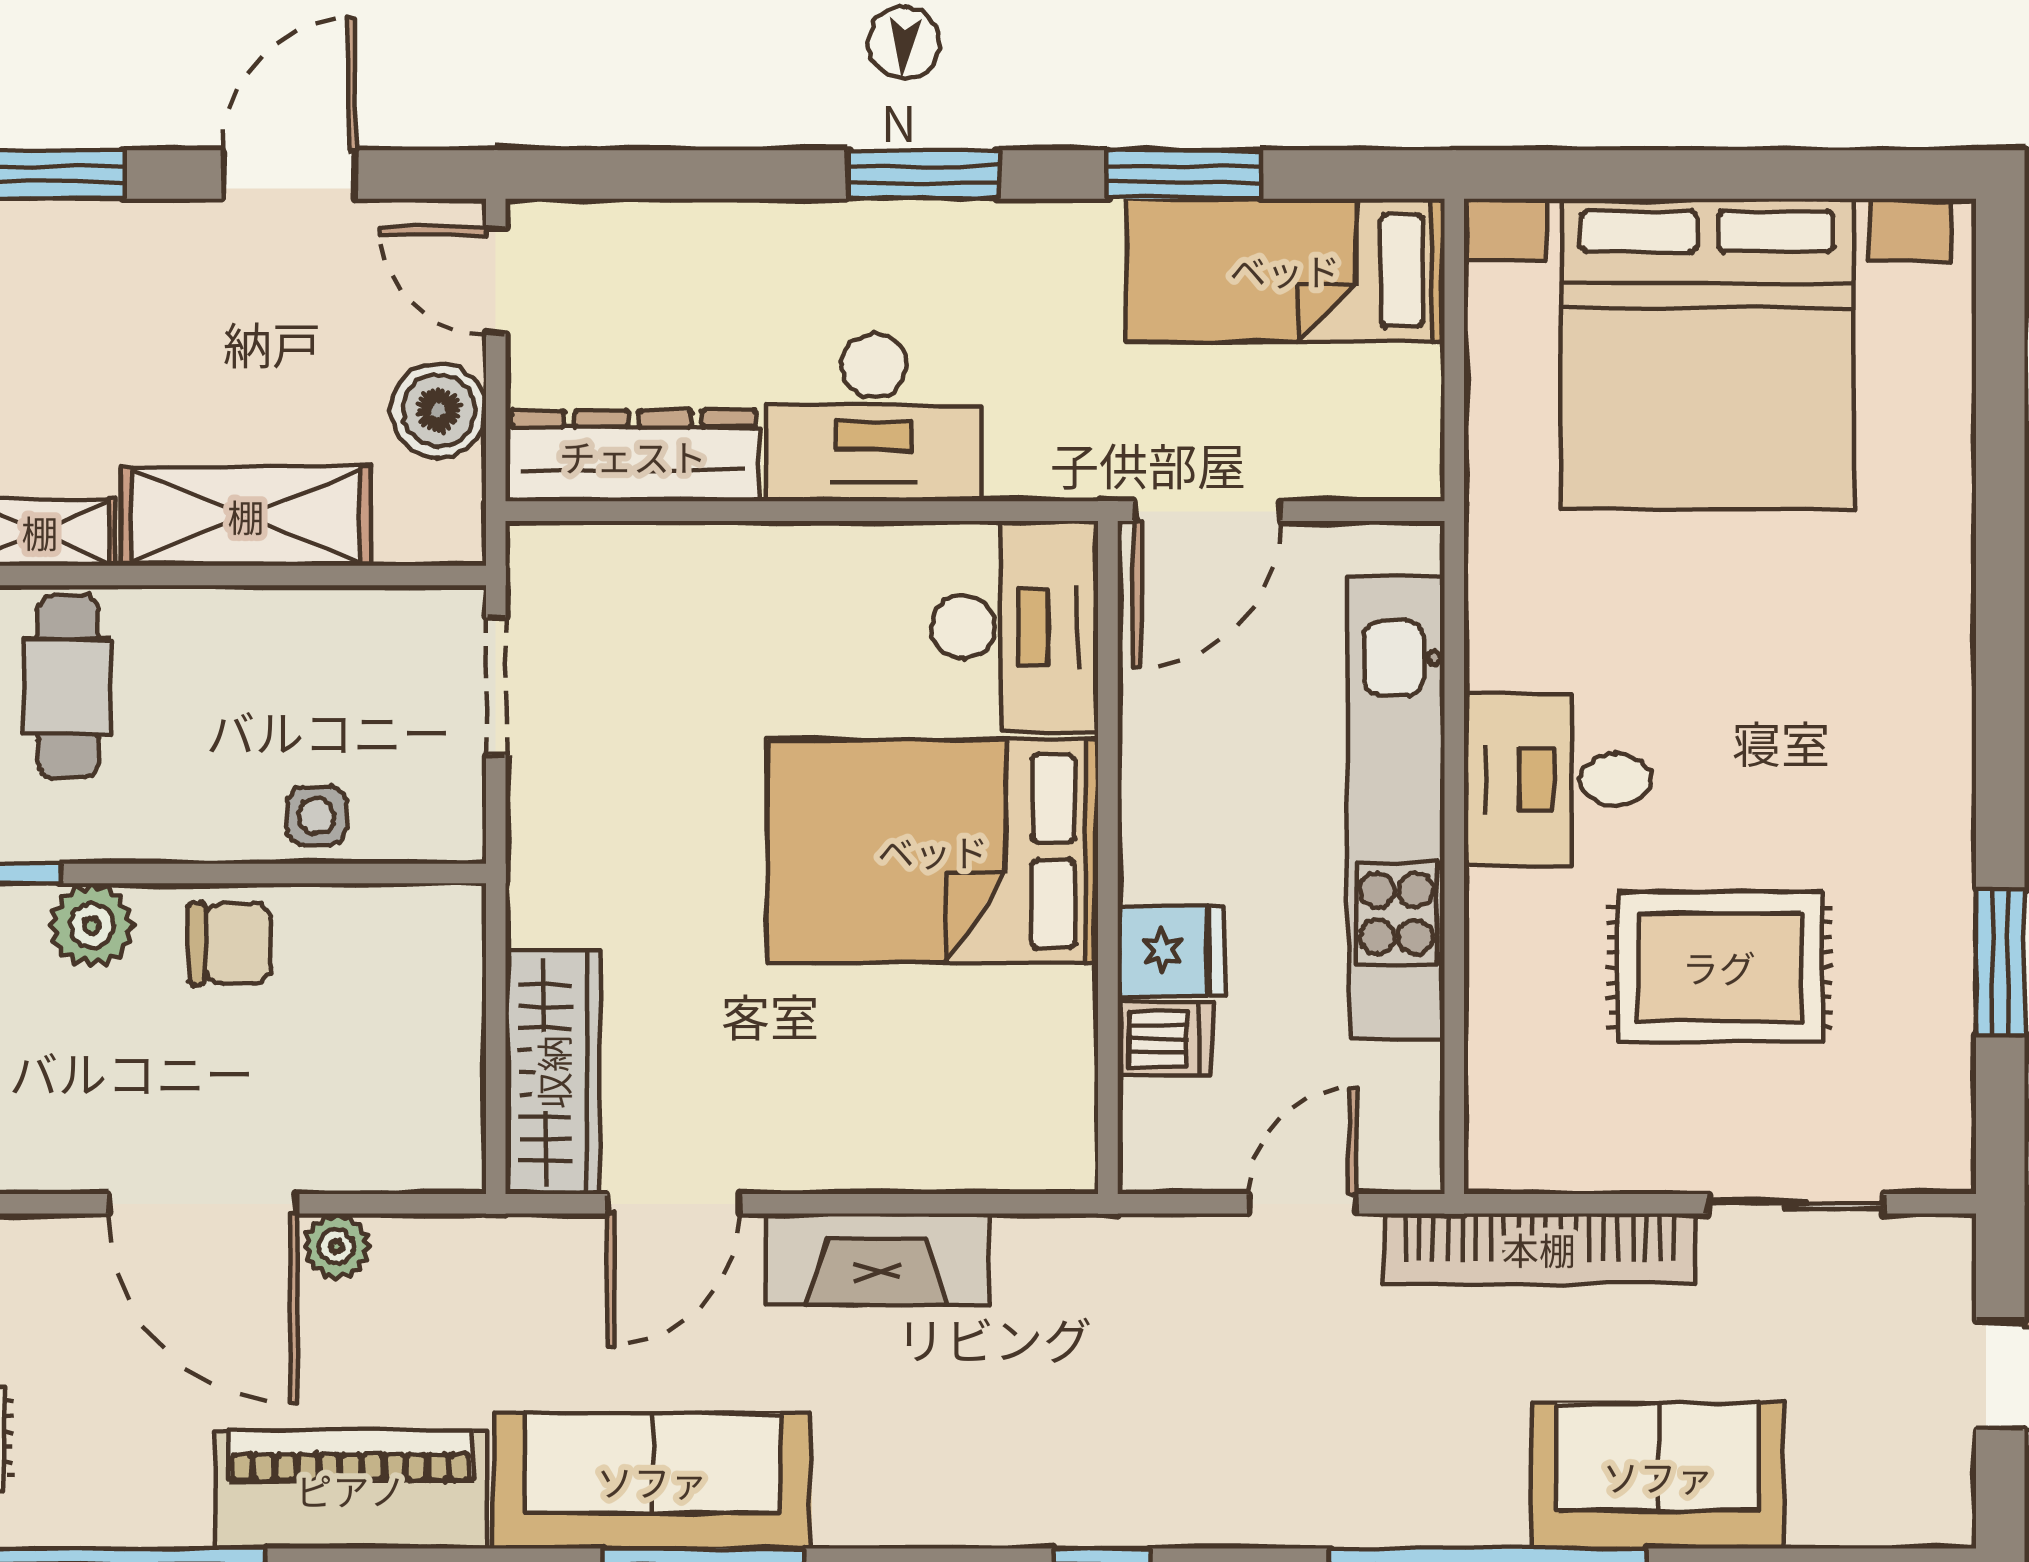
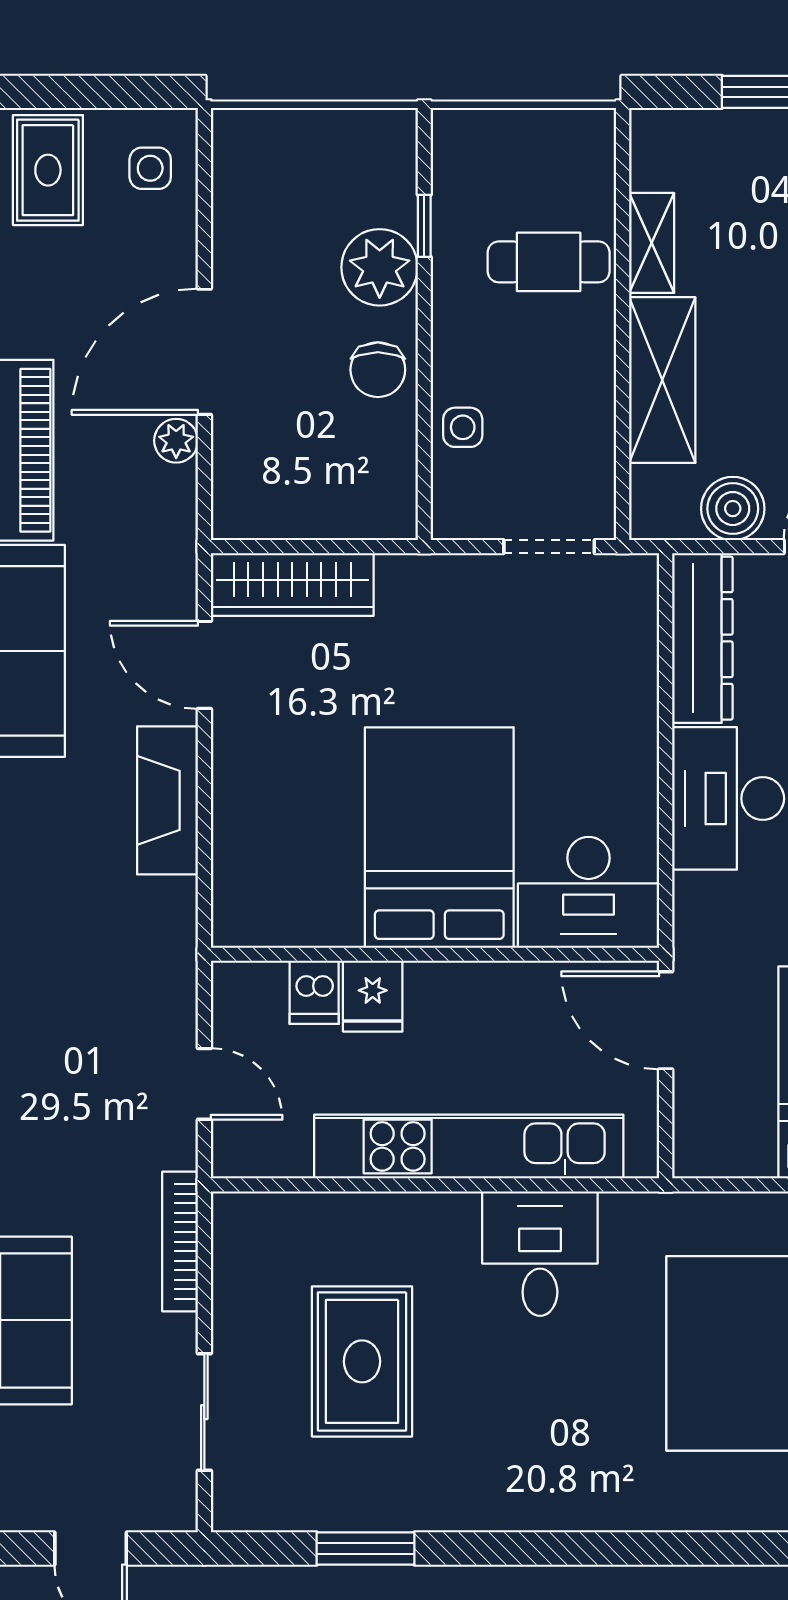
desk: (1557, 780) -> (540, 1254), moved
plant: (92, 925) -> (380, 267), width x1.36, depth x1.36
bookcase: (1539, 1249) -> (180, 1242), width x0.68, depth x0.76

